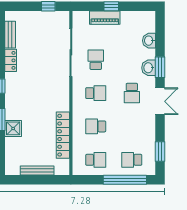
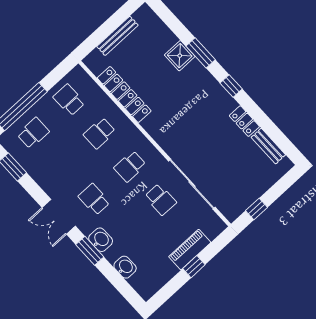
school desk: (96, 126) -> (100, 133), turned 180
school desk: (96, 160) -> (69, 100), turned 90

